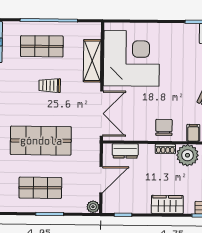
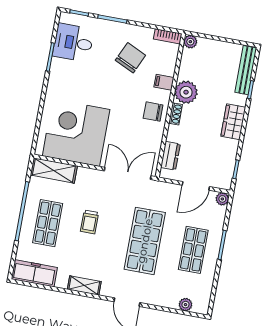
shelving: (92, 61) -> (54, 170), moved
door: (101, 180) -> (196, 186), swing flipped

